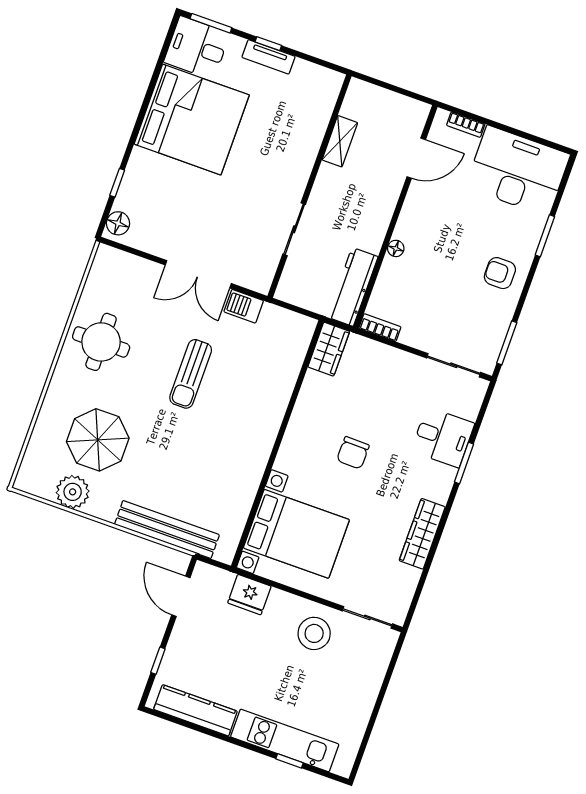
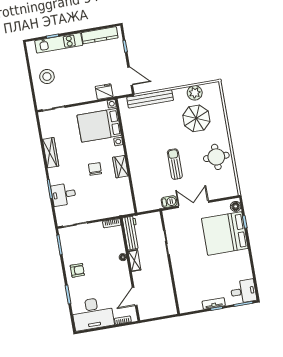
bed: (192, 120) -> (225, 233), moved
shelving: (340, 141) -> (134, 261), moved
wardrobe: (329, 349) -> (120, 167), moved
stool: (314, 633) -> (47, 77), moved

